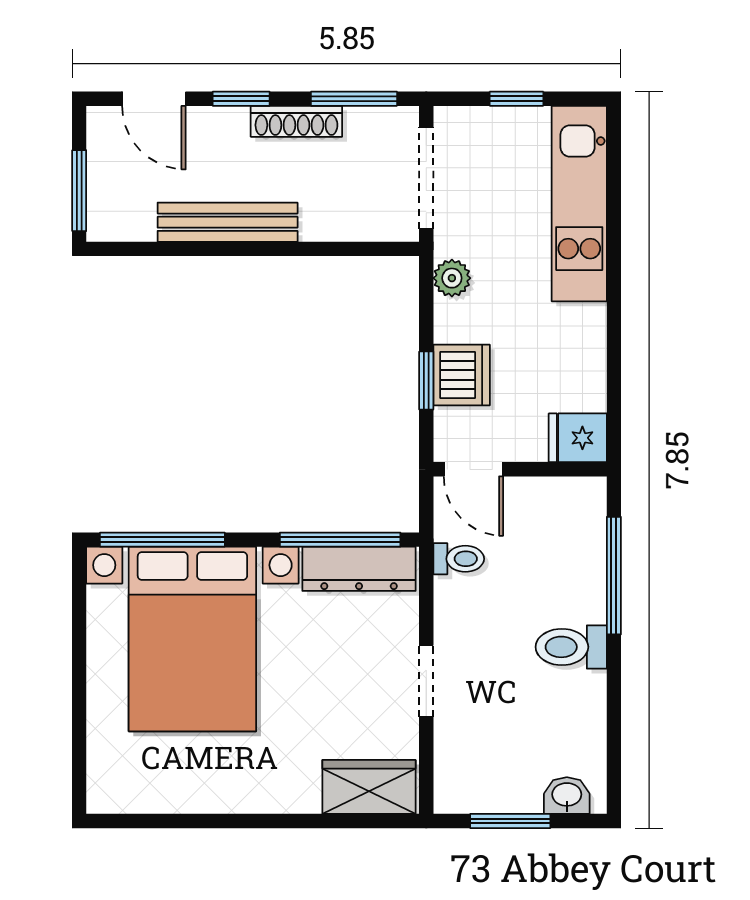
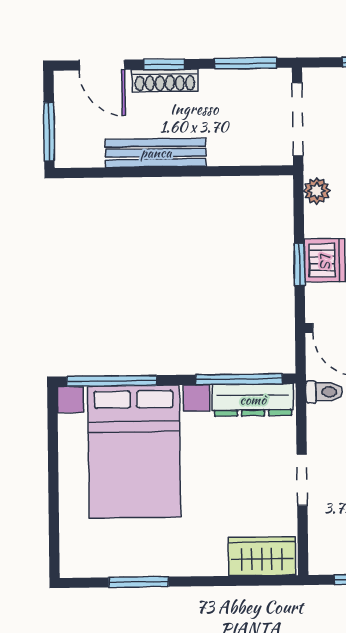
shoe rack: (296, 121) -> (165, 80), moved
window: (196, 821) -> (139, 582), added

